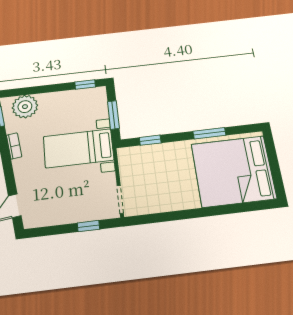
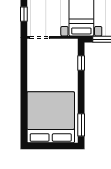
window: (209, 133) -> (81, 125), moved

